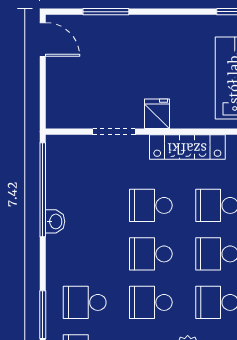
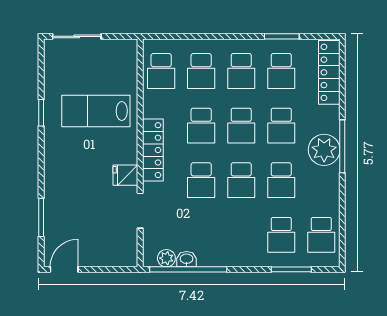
plant: (56, 163) -> (166, 258), added
washbasin: (55, 221) -> (187, 259), moved

